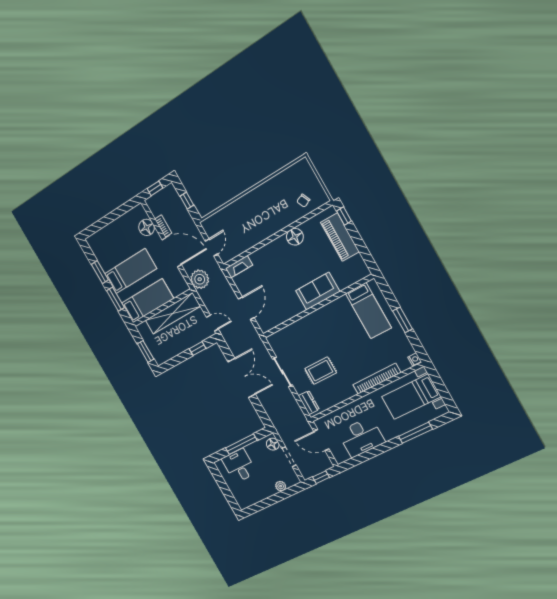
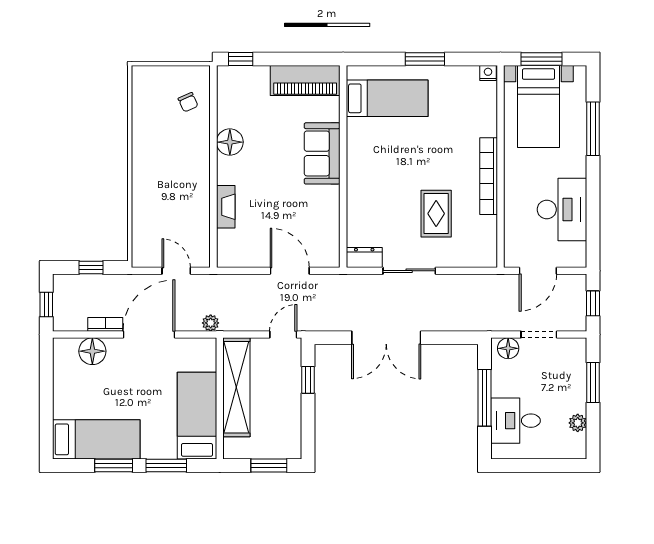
piano: (340, 237) -> (305, 81), moved
fireplace: (239, 267) -> (226, 207), moved
bed: (131, 271) -> (96, 439), moved, turned 90
plant: (200, 279) -> (211, 323), width x0.53, depth x0.53
double door: (242, 378) -> (386, 338), swing flipped
bookcase: (377, 379) -> (489, 176), moved
window: (439, 385) -> (542, 59), added
dresser: (309, 403) -> (364, 257), moved
plant: (281, 486) -> (578, 423), moved
window: (281, 496) -> (593, 382), added

